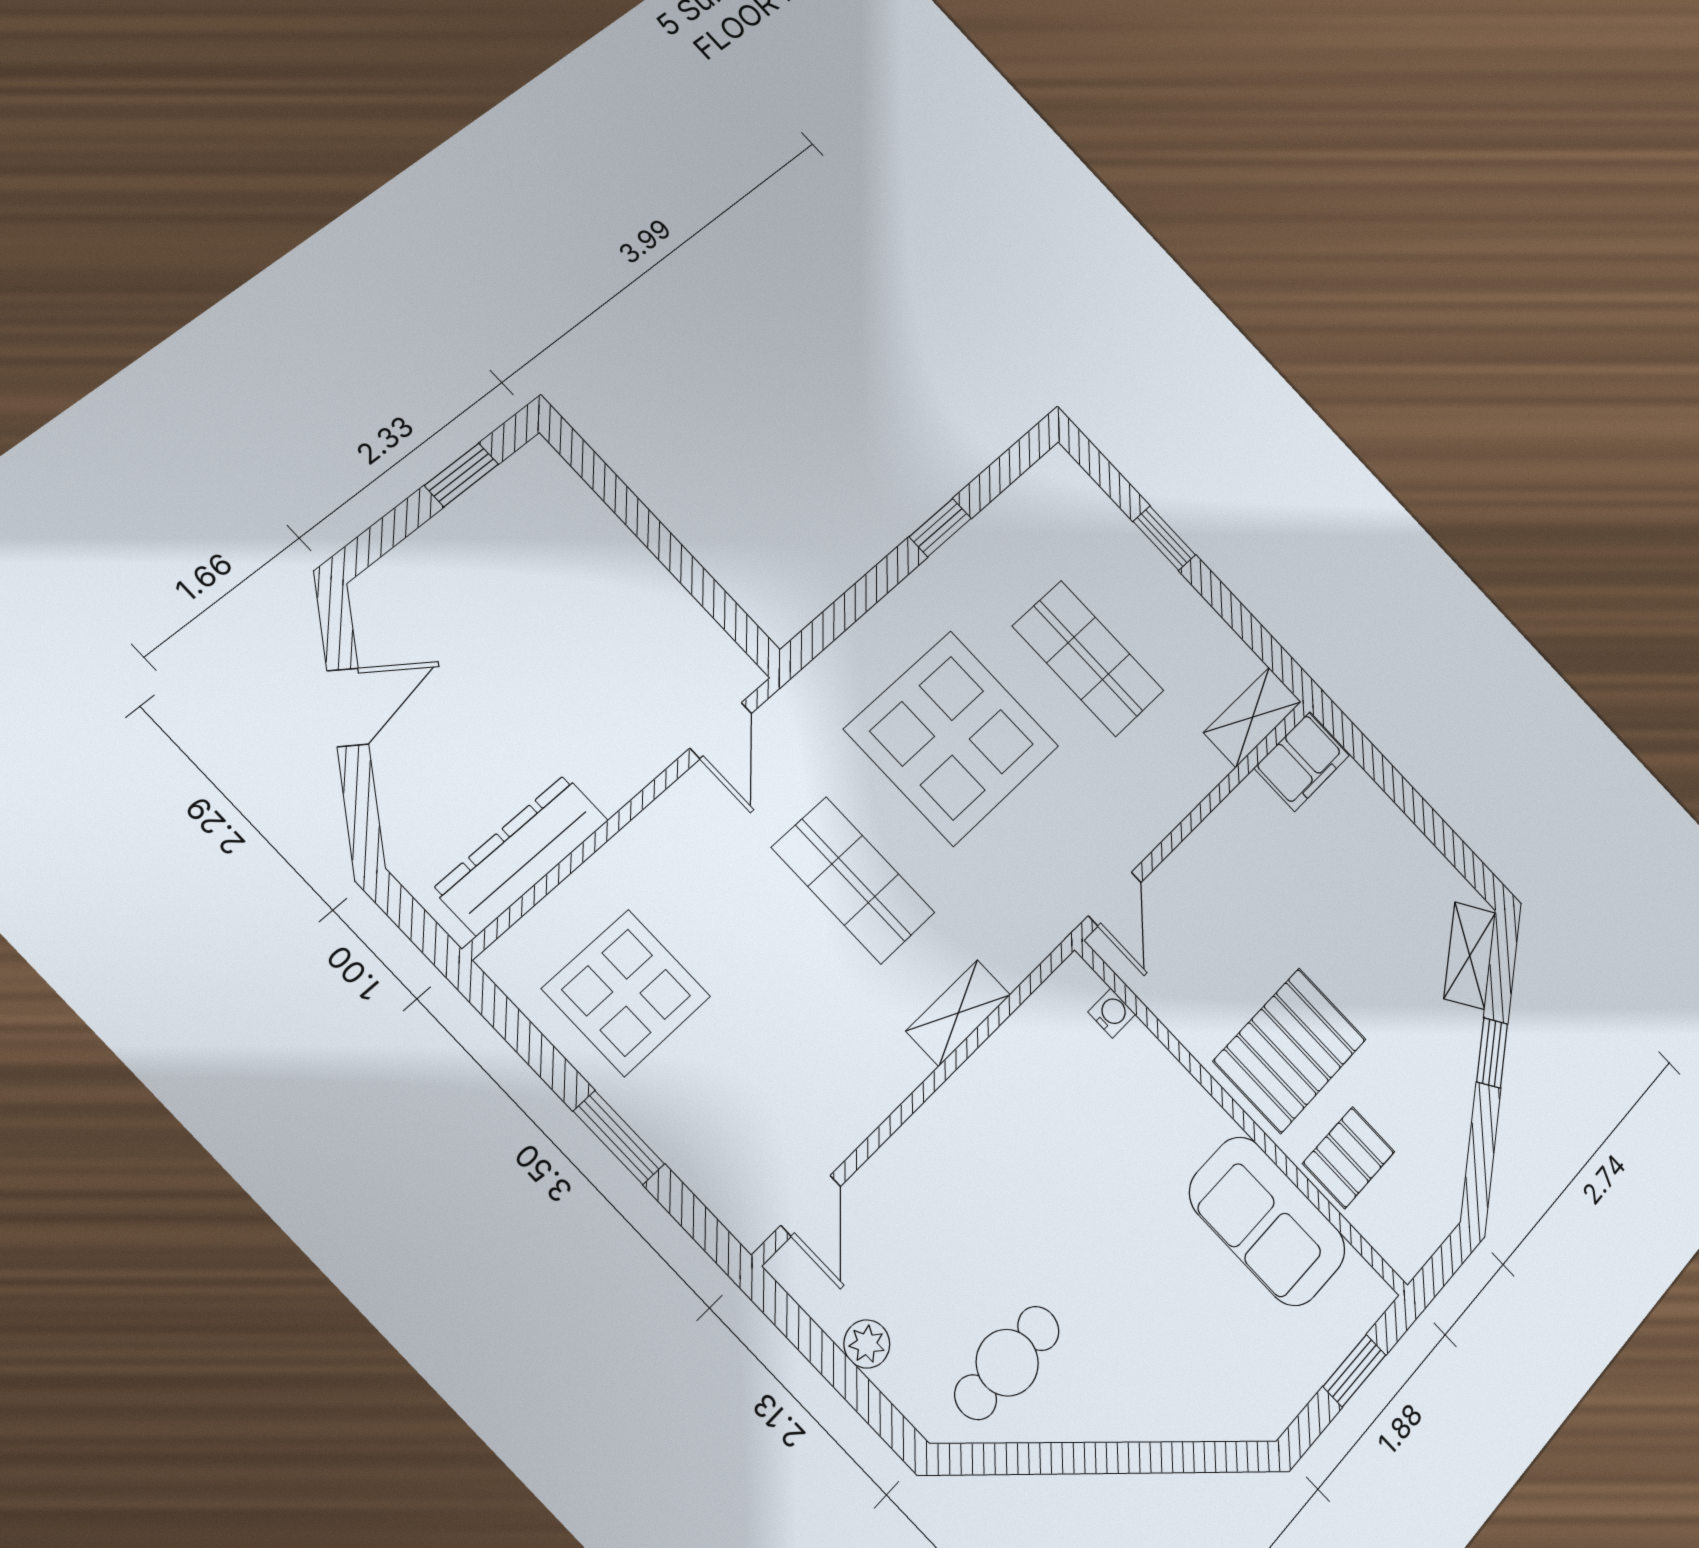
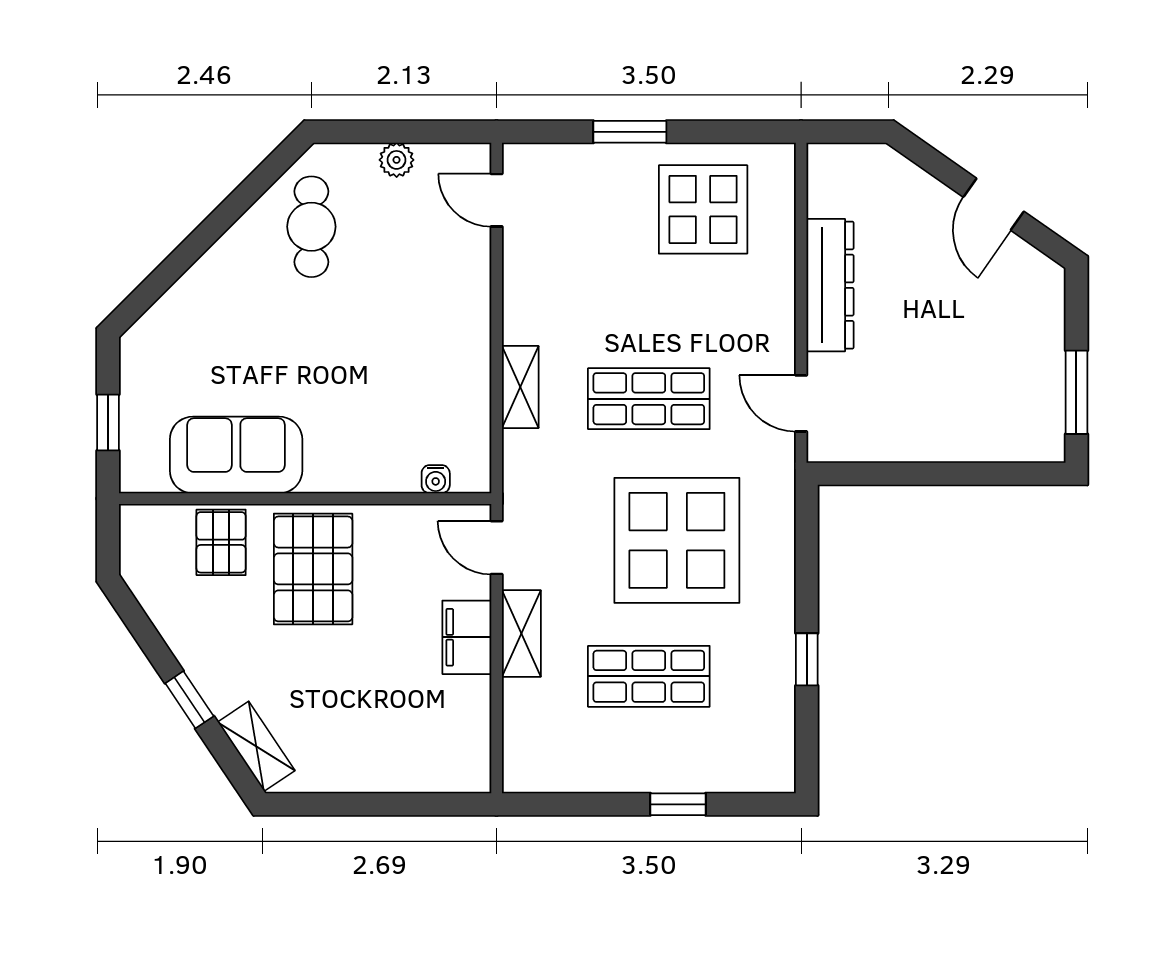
window: (461, 475) -> (1076, 392), width x1.50
shelving: (1253, 717) -> (521, 633), moved
filing cabinet: (1302, 762) -> (467, 637), moved
dresser: (521, 854) -> (830, 285), moved

